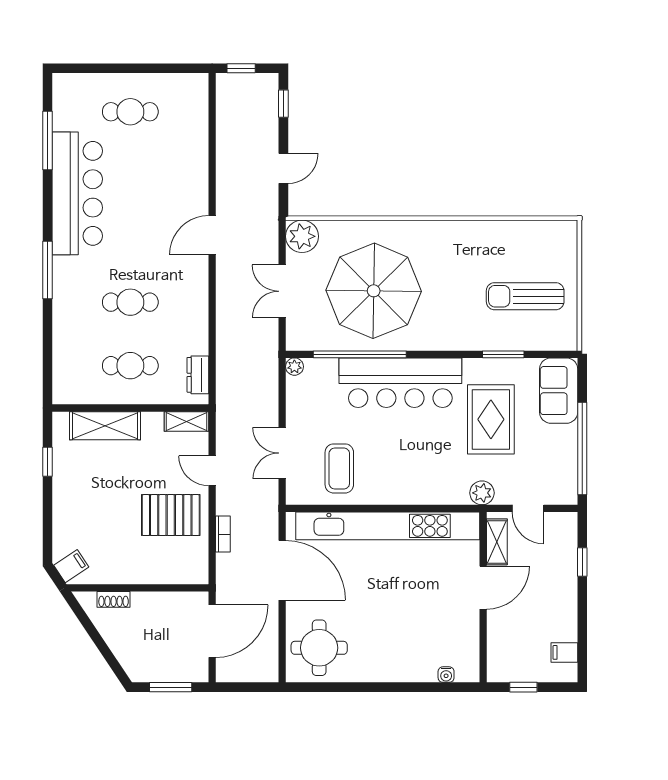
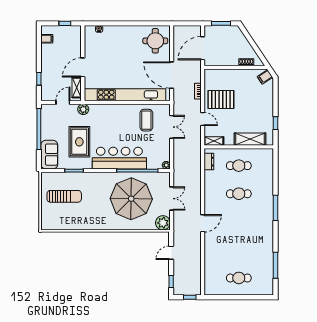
bar counter: (77, 193) -> (262, 242), removed
door: (528, 508) -> (63, 102), hinge flipped

